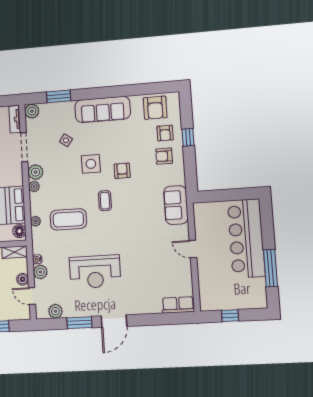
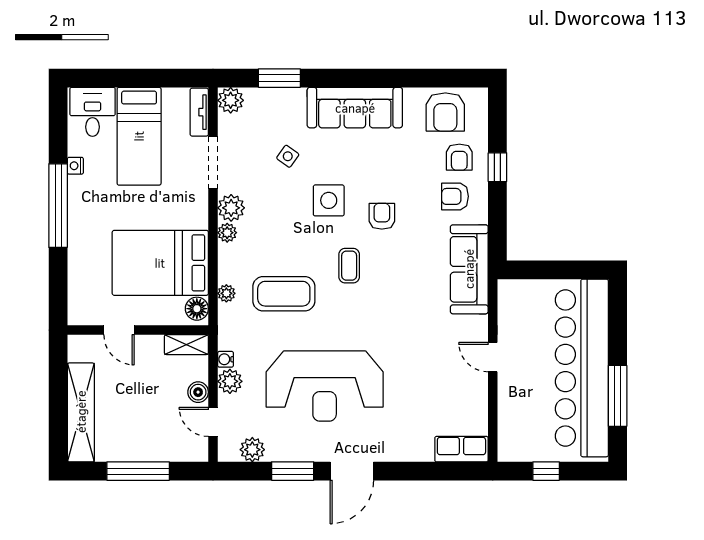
sofa: (176, 205) -> (469, 269), width x1.36
bar counter: (246, 238) -> (582, 368), width x1.36
reception desk: (95, 272) -> (325, 386), width x1.36, depth x1.30

